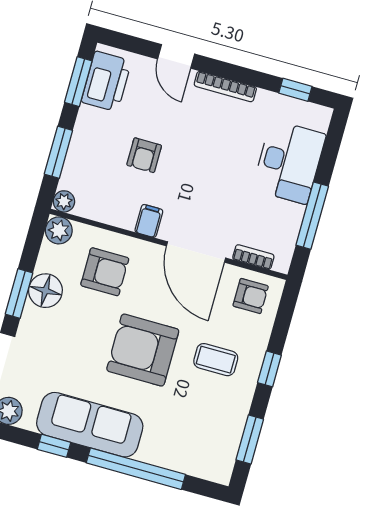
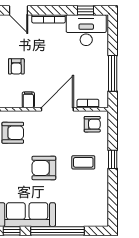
desk: (289, 162) -> (86, 30), moved, turned -90
door: (196, 252) -> (57, 109), swing flipped
armchair: (143, 350) -> (44, 168), width x0.73, depth x0.73
window: (250, 439) -> (113, 199), removed

